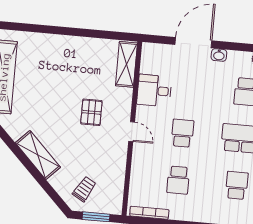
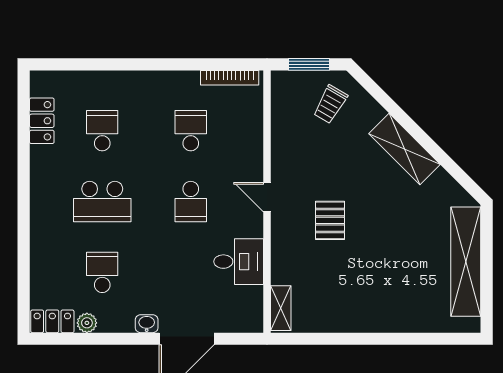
shelving: (126, 64) -> (281, 308), width x0.67, depth x0.75
school desk: (237, 185) -> (102, 131), turned 180

